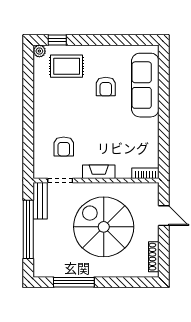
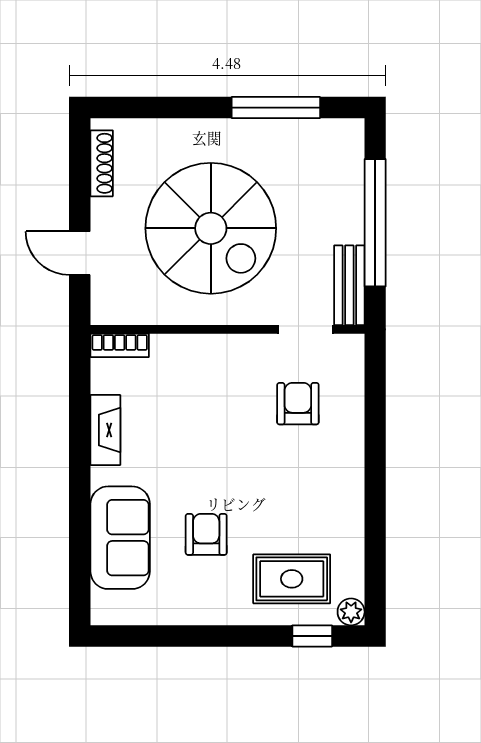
sofa: (145, 85) -> (120, 538), width x0.73
fireplace: (99, 172) -> (105, 430), moved, turned -90

